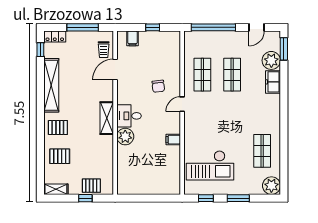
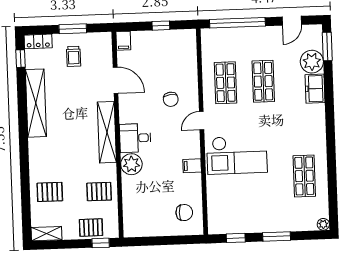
window: (83, 27) -> (73, 29), width x0.69
filing cabinet: (132, 38) -> (123, 41), moved
trolley: (104, 50) -> (74, 56), moved
door: (115, 69) -> (116, 80), swing flipped
shelving: (107, 118) -> (107, 132), width x1.47
pallet: (58, 128) -> (99, 192), moved
checkout: (210, 165) -> (237, 155), moved
chair: (166, 176) -> (184, 213), added
plant: (271, 186) -> (323, 224), width x0.53, depth x0.53
window: (85, 198) -> (101, 243), moved

